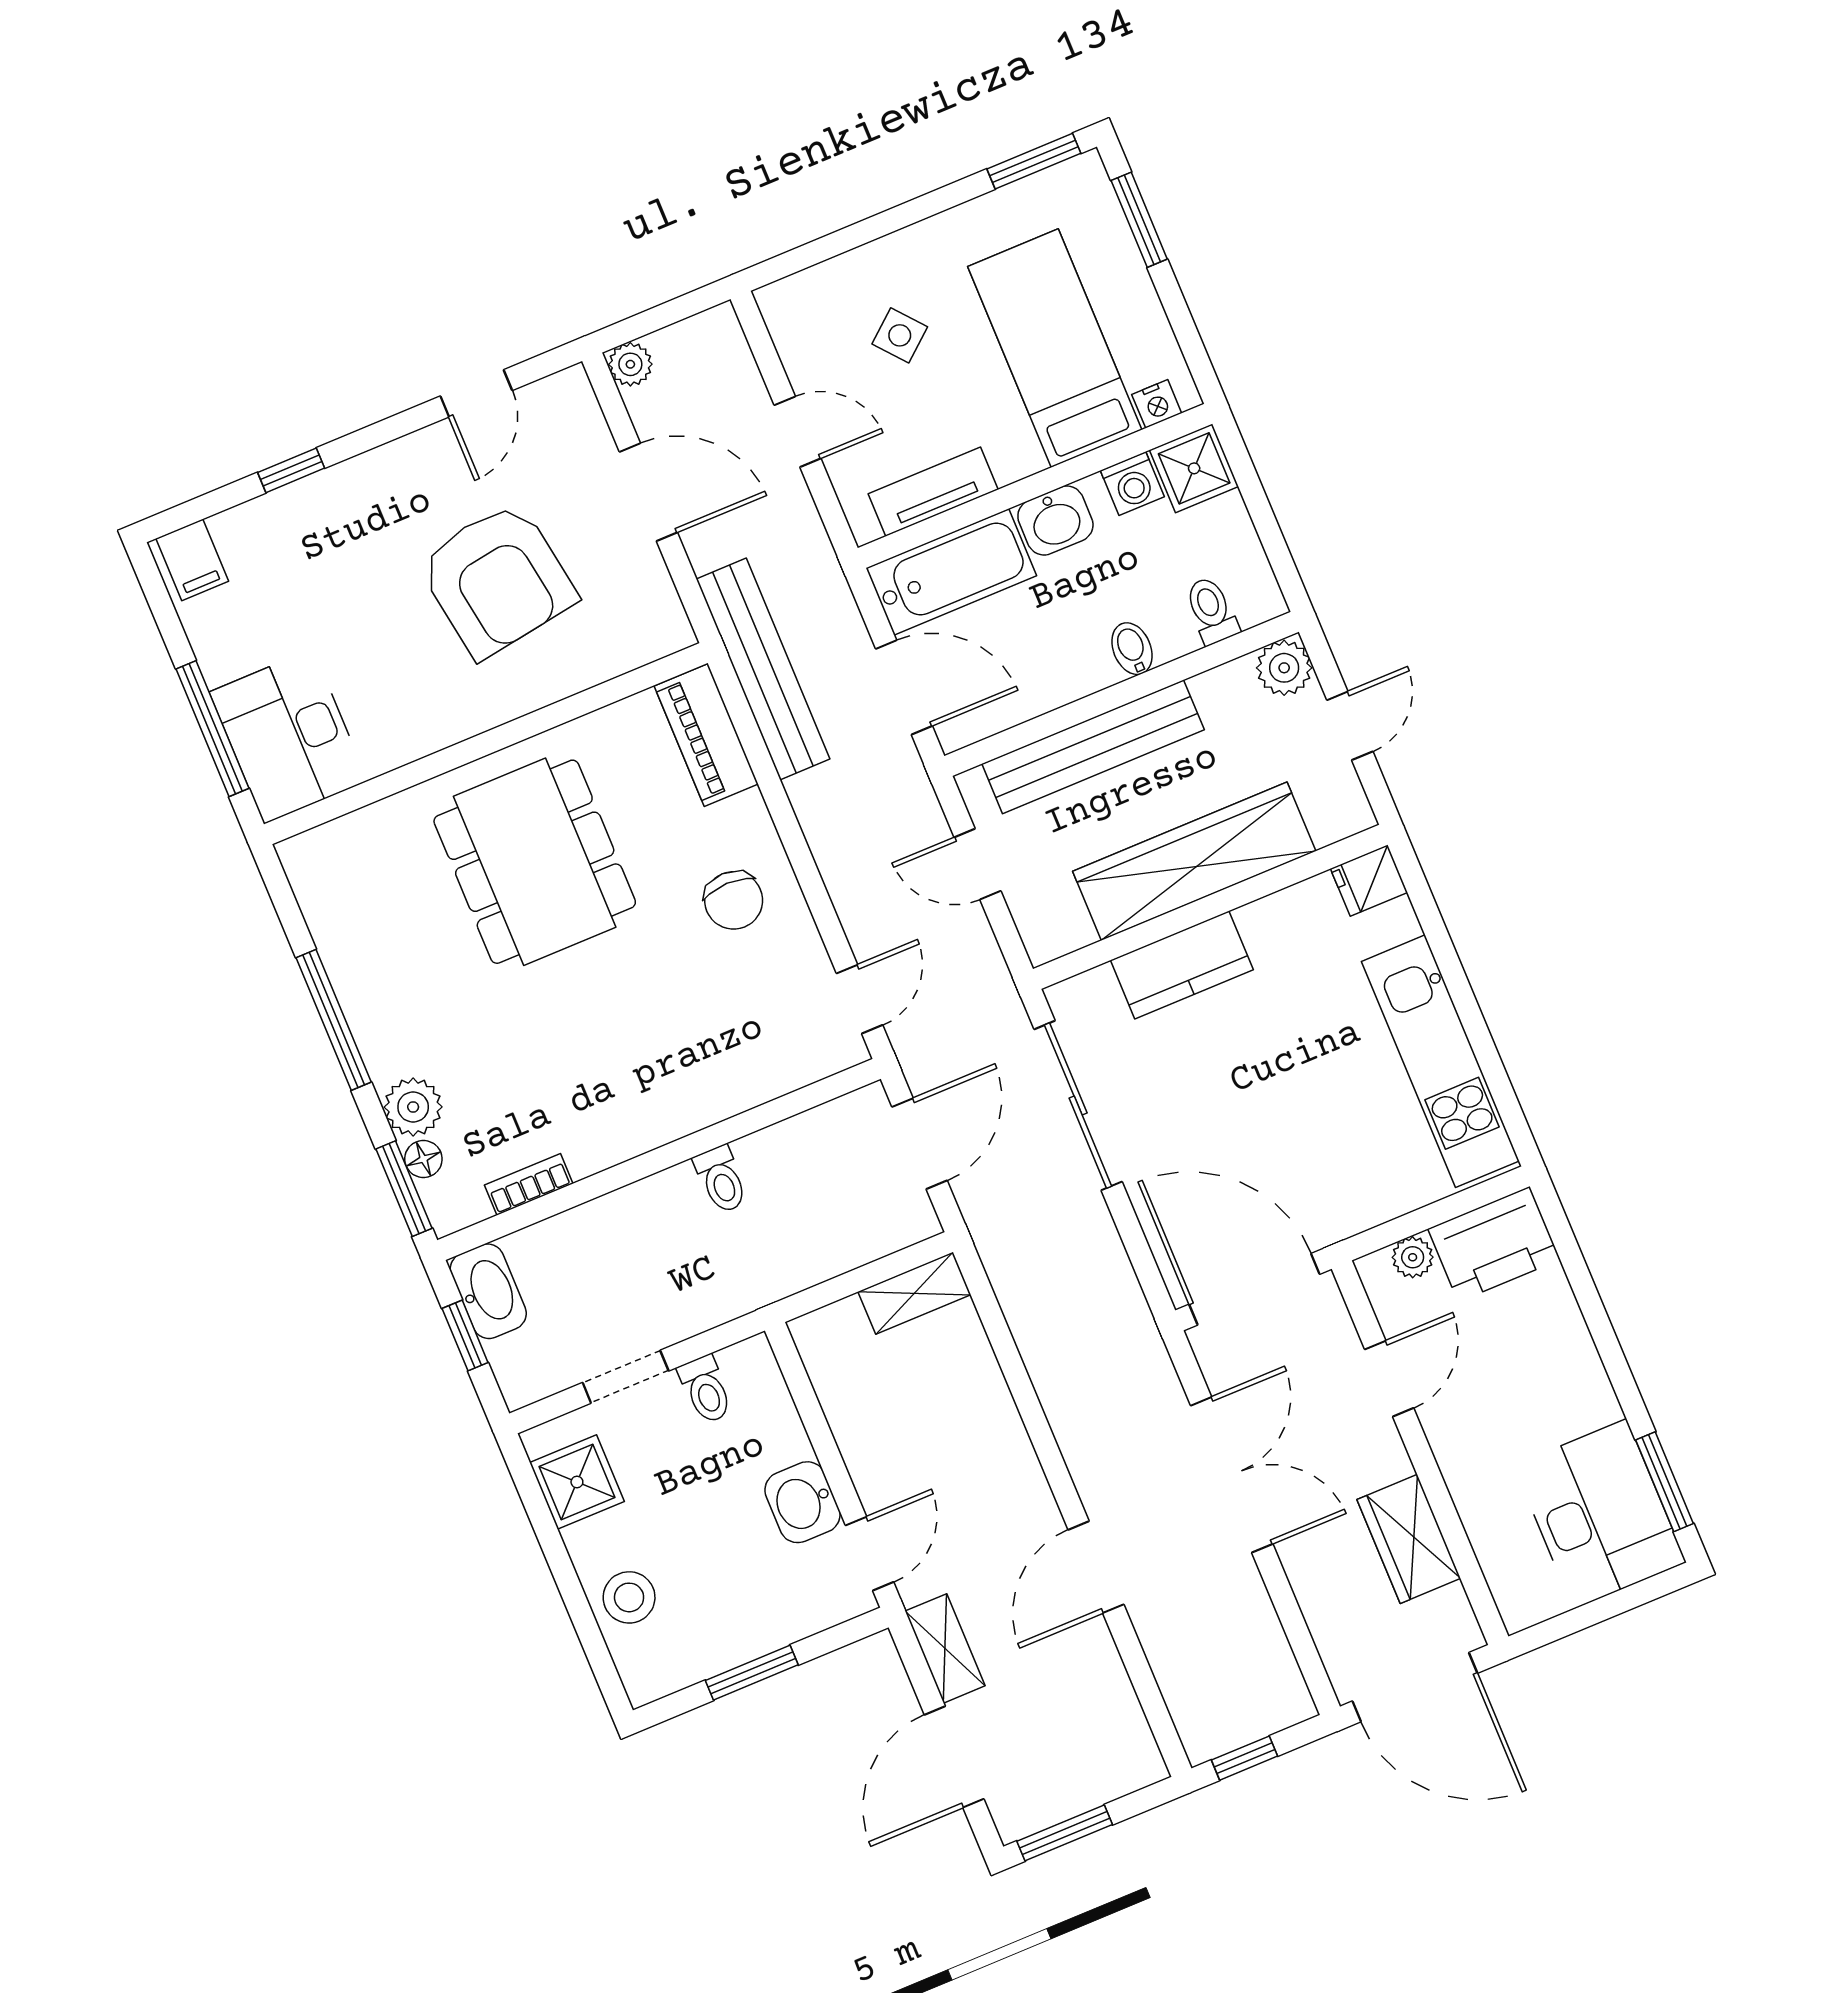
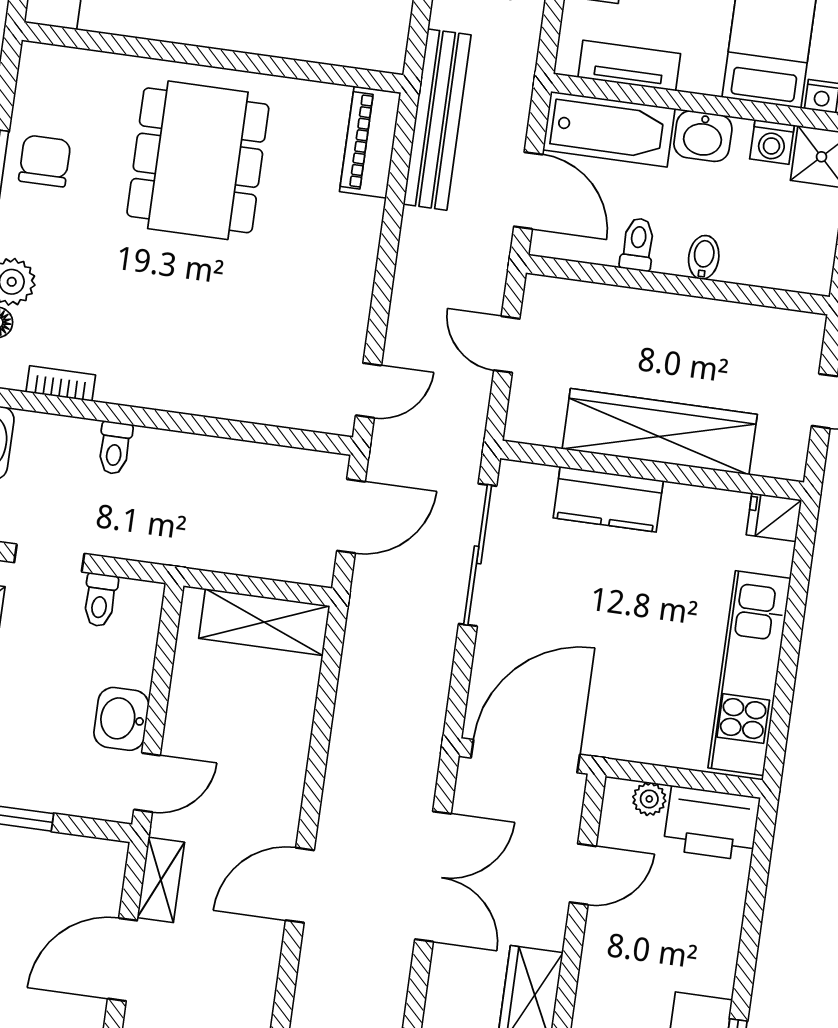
toilet: (1211, 610) -> (638, 244), moved
plant: (1284, 668) -> (802, 334), removed
bench: (1093, 747) -> (636, 310), removed
chair: (734, 900) -> (45, 161), moved, turned 180
toilet: (721, 1179) -> (115, 448), moved
door: (1254, 1289) -> (525, 756), hinge flipped
shelving: (914, 1293) -> (264, 622), width x1.50, depth x1.33

